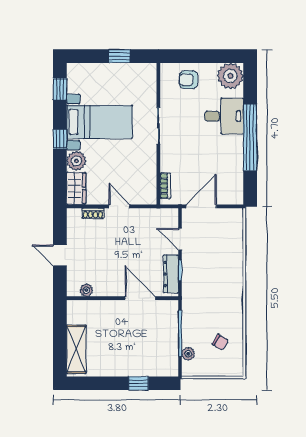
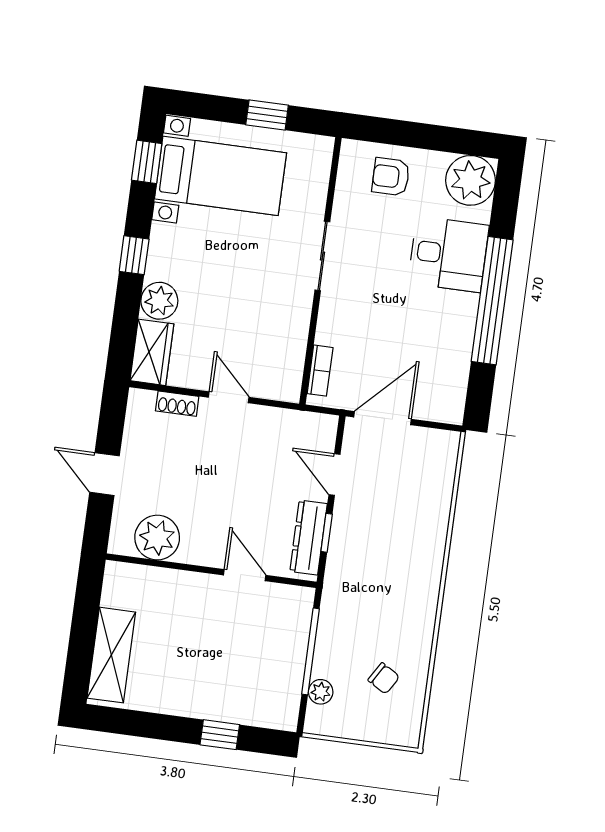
bed with nightstands: (99, 122) -> (221, 176), moved
plant: (86, 290) -> (157, 538), width x1.87, depth x1.87
door: (140, 298) -> (245, 575), width x0.73

